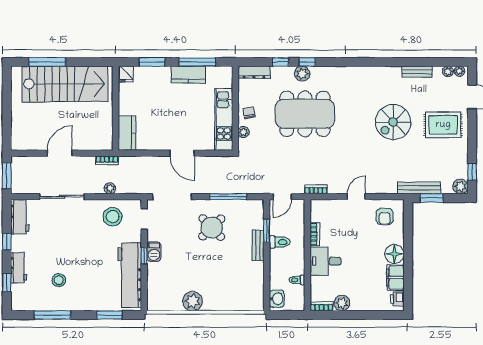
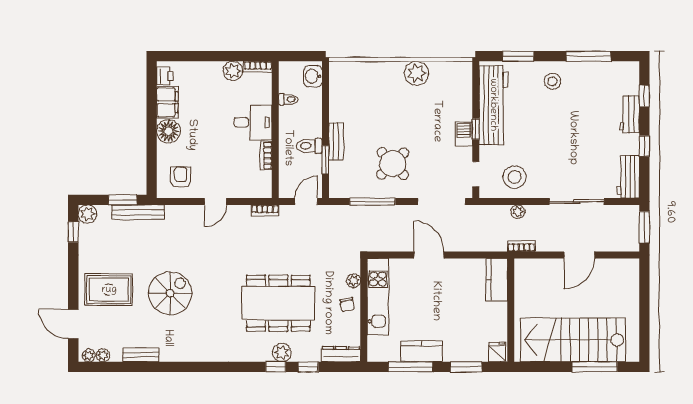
stool: (59, 280) -> (552, 81), moved

